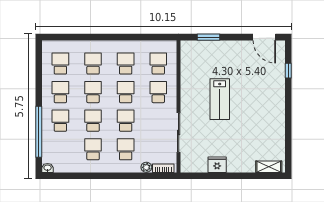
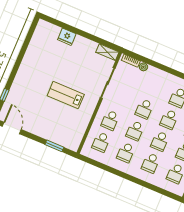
lab bench: (220, 99) -> (66, 95), turned -90
school desk: (126, 149) -> (153, 87), removed
fridge: (217, 165) -> (67, 37), moved
shelving: (269, 167) -> (107, 52), moved

